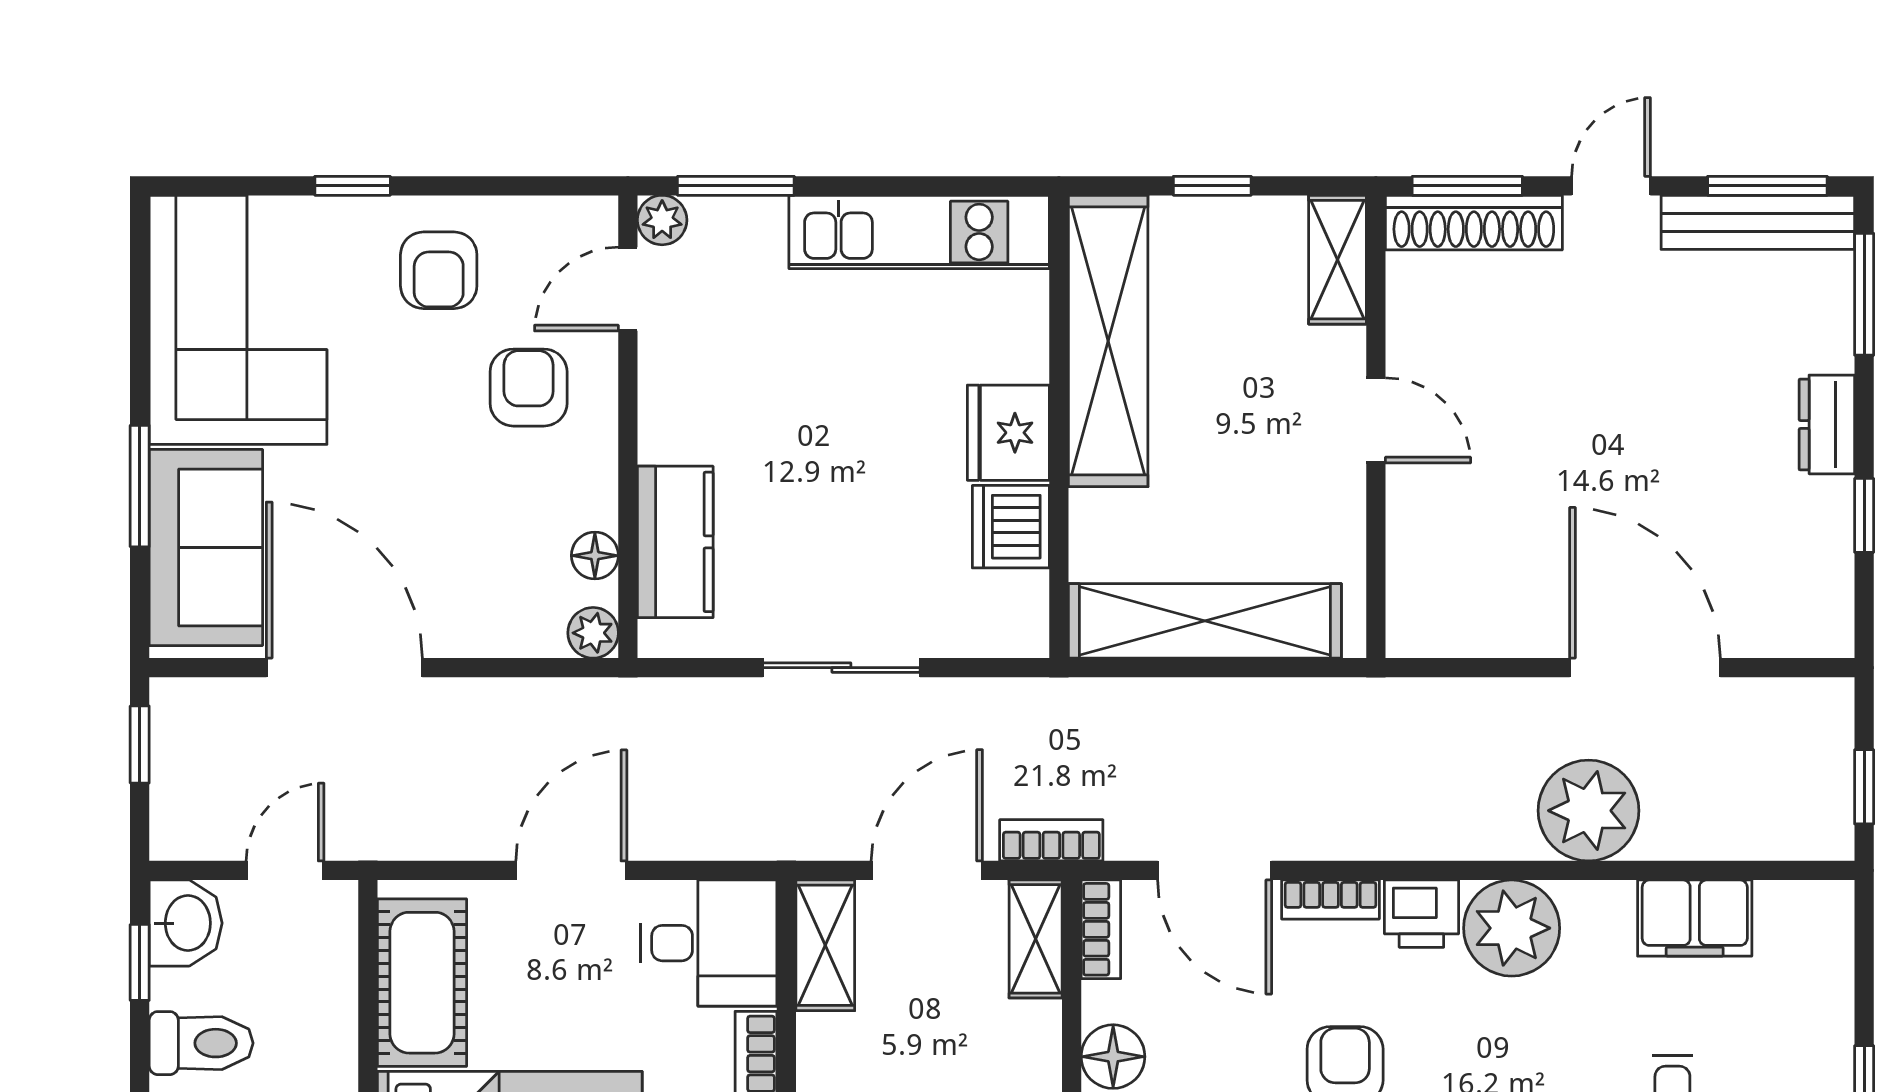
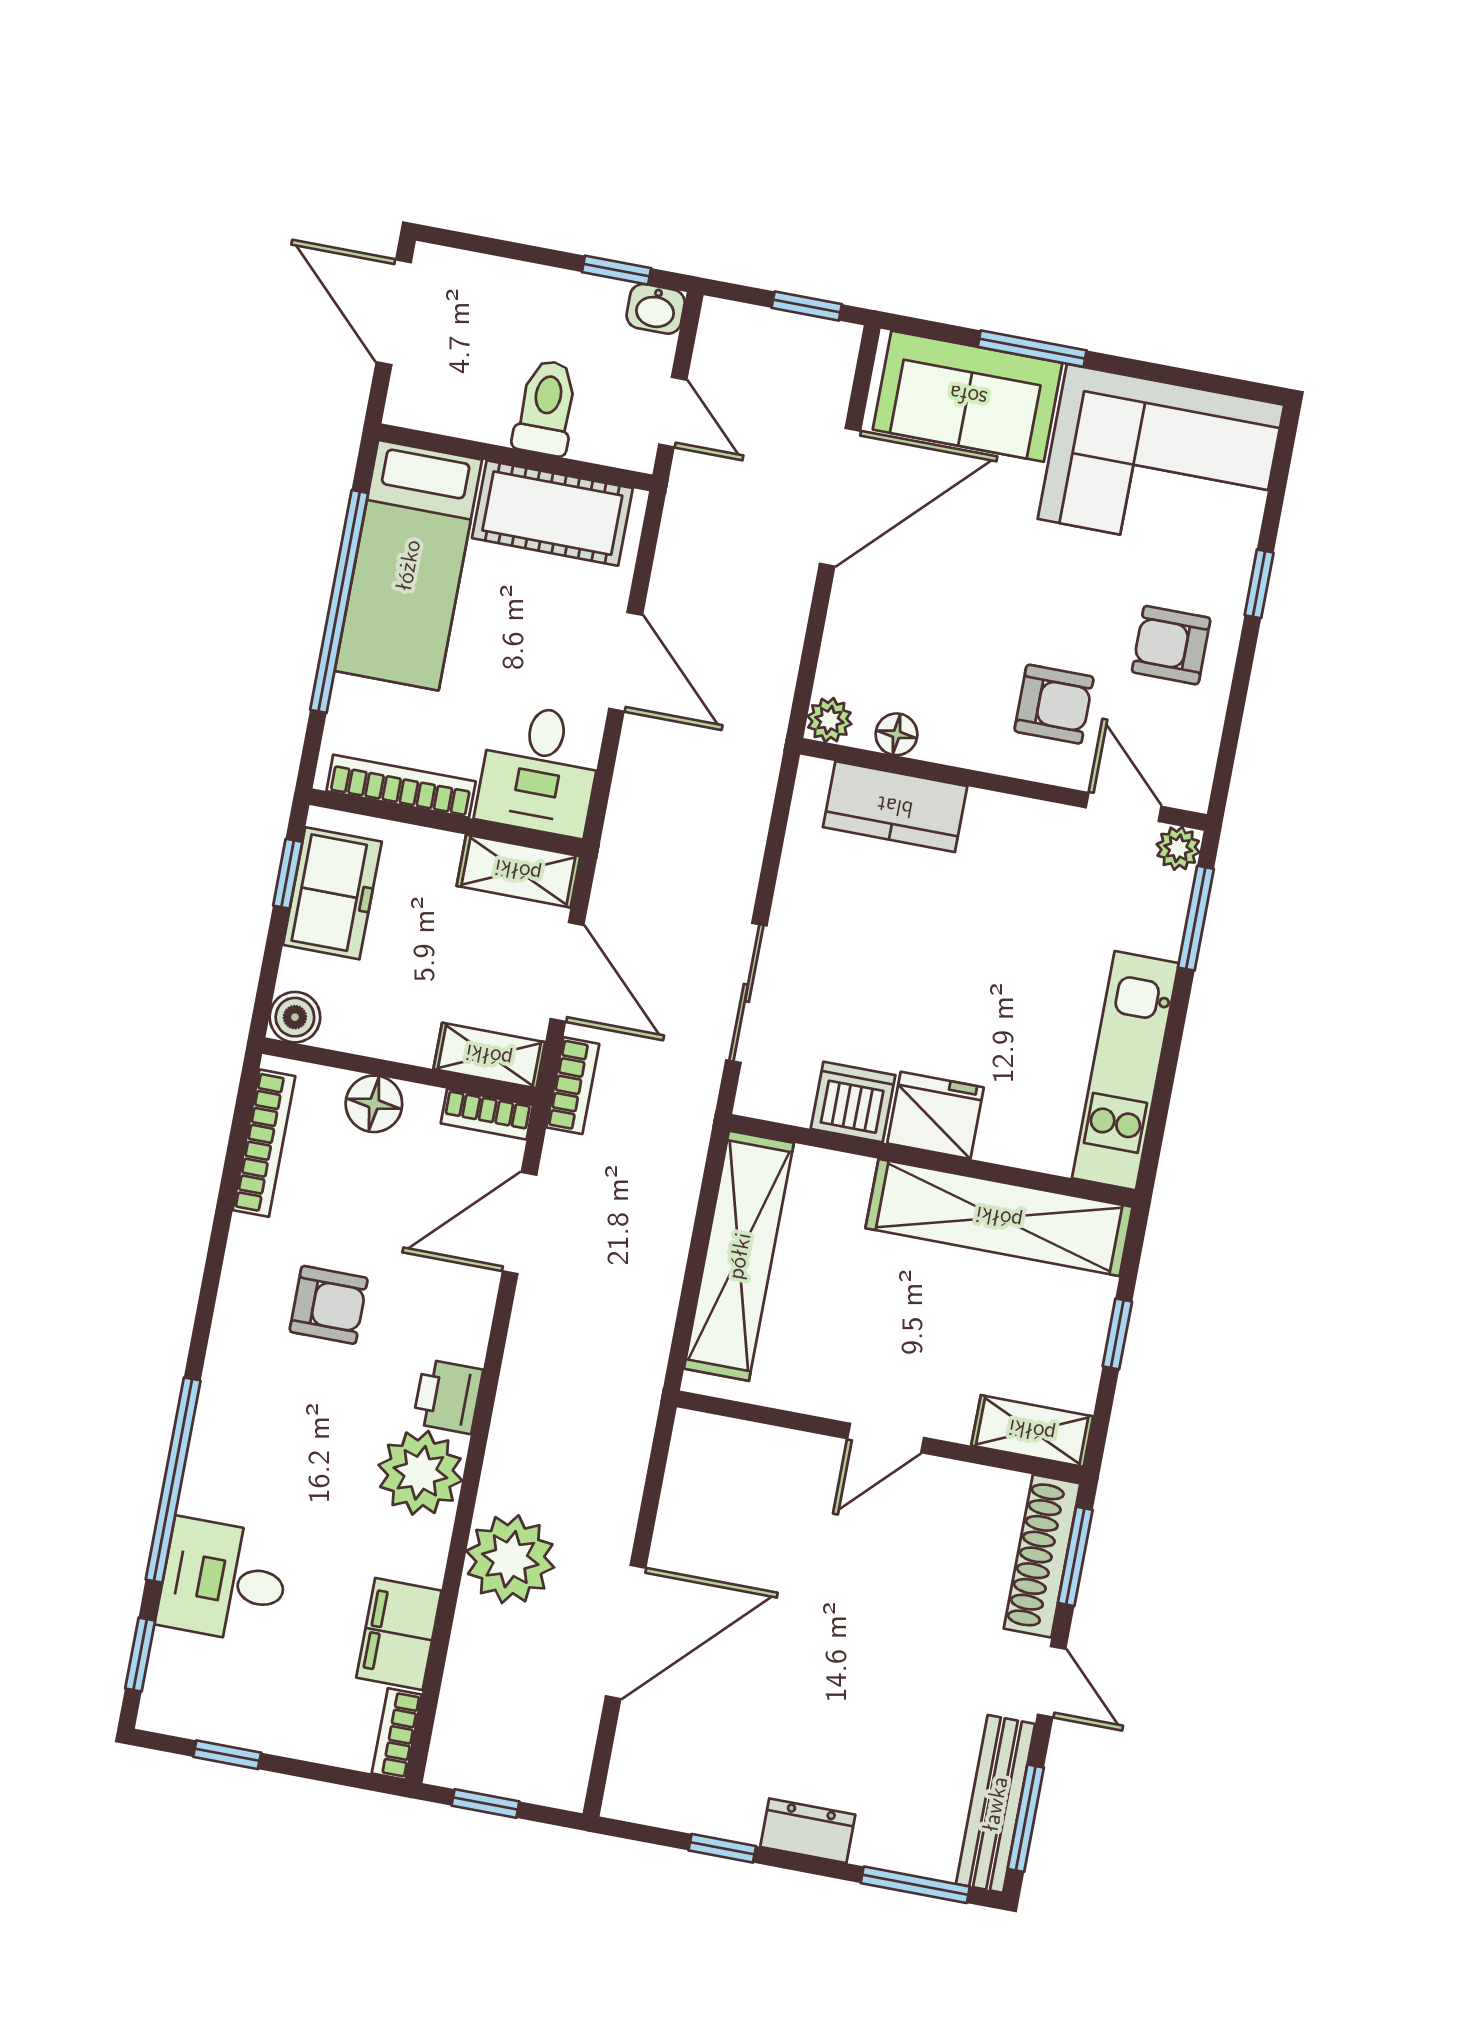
sliding door: (841, 668) -> (746, 993), moved
bookcase: (1330, 900) -> (397, 1734), moved
washbasin: (186, 923) -> (656, 309), width x0.72, depth x0.69
toilet: (201, 1043) -> (546, 408), moved, turned 180

